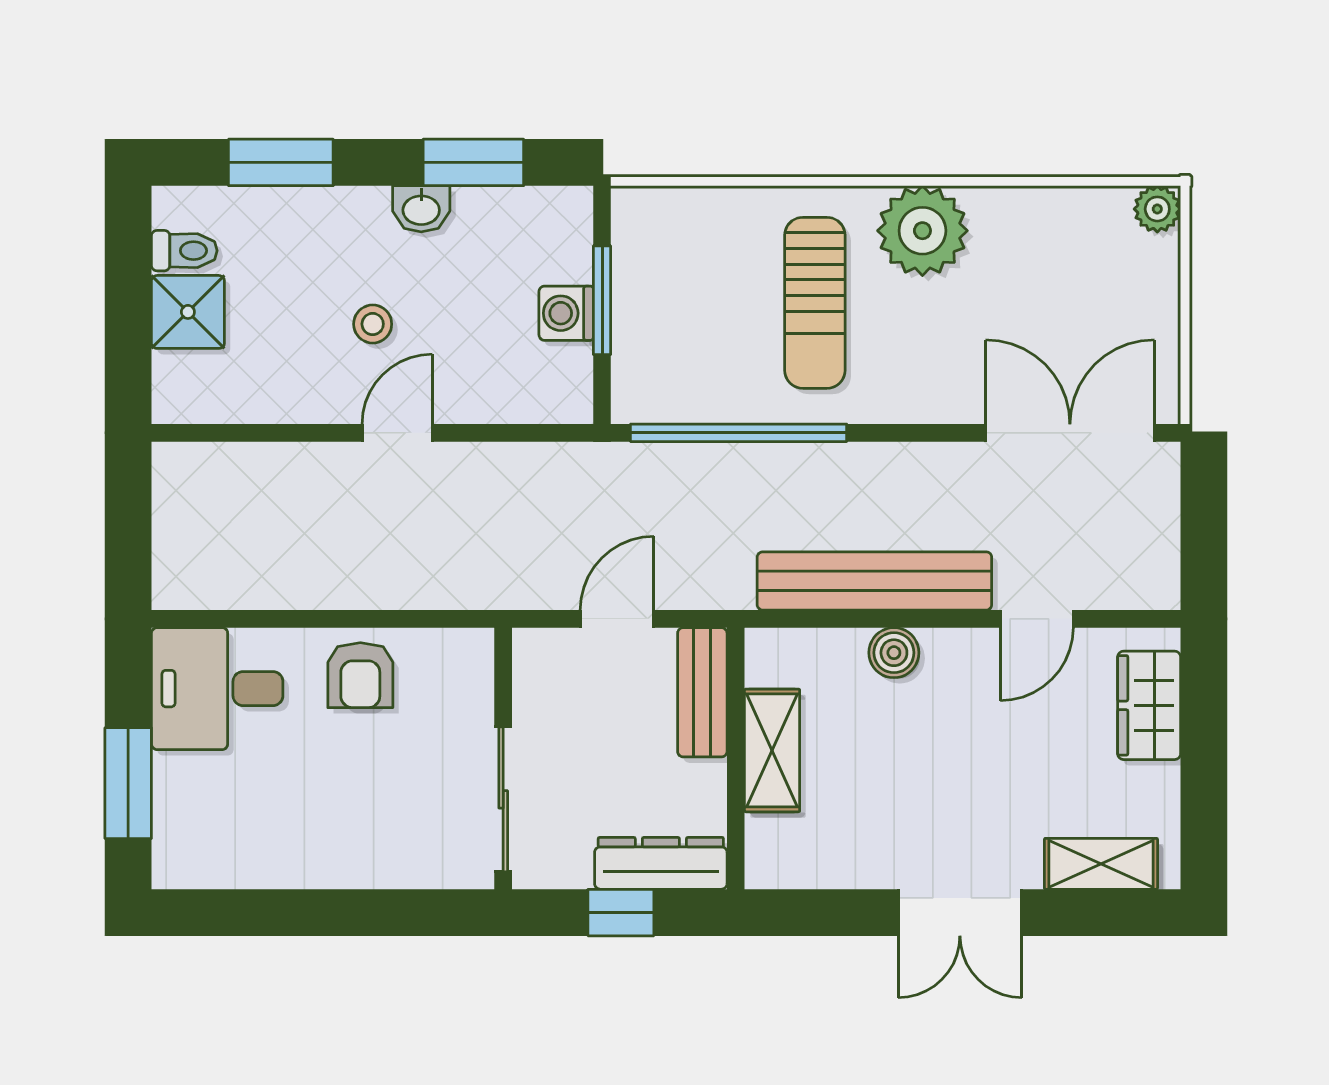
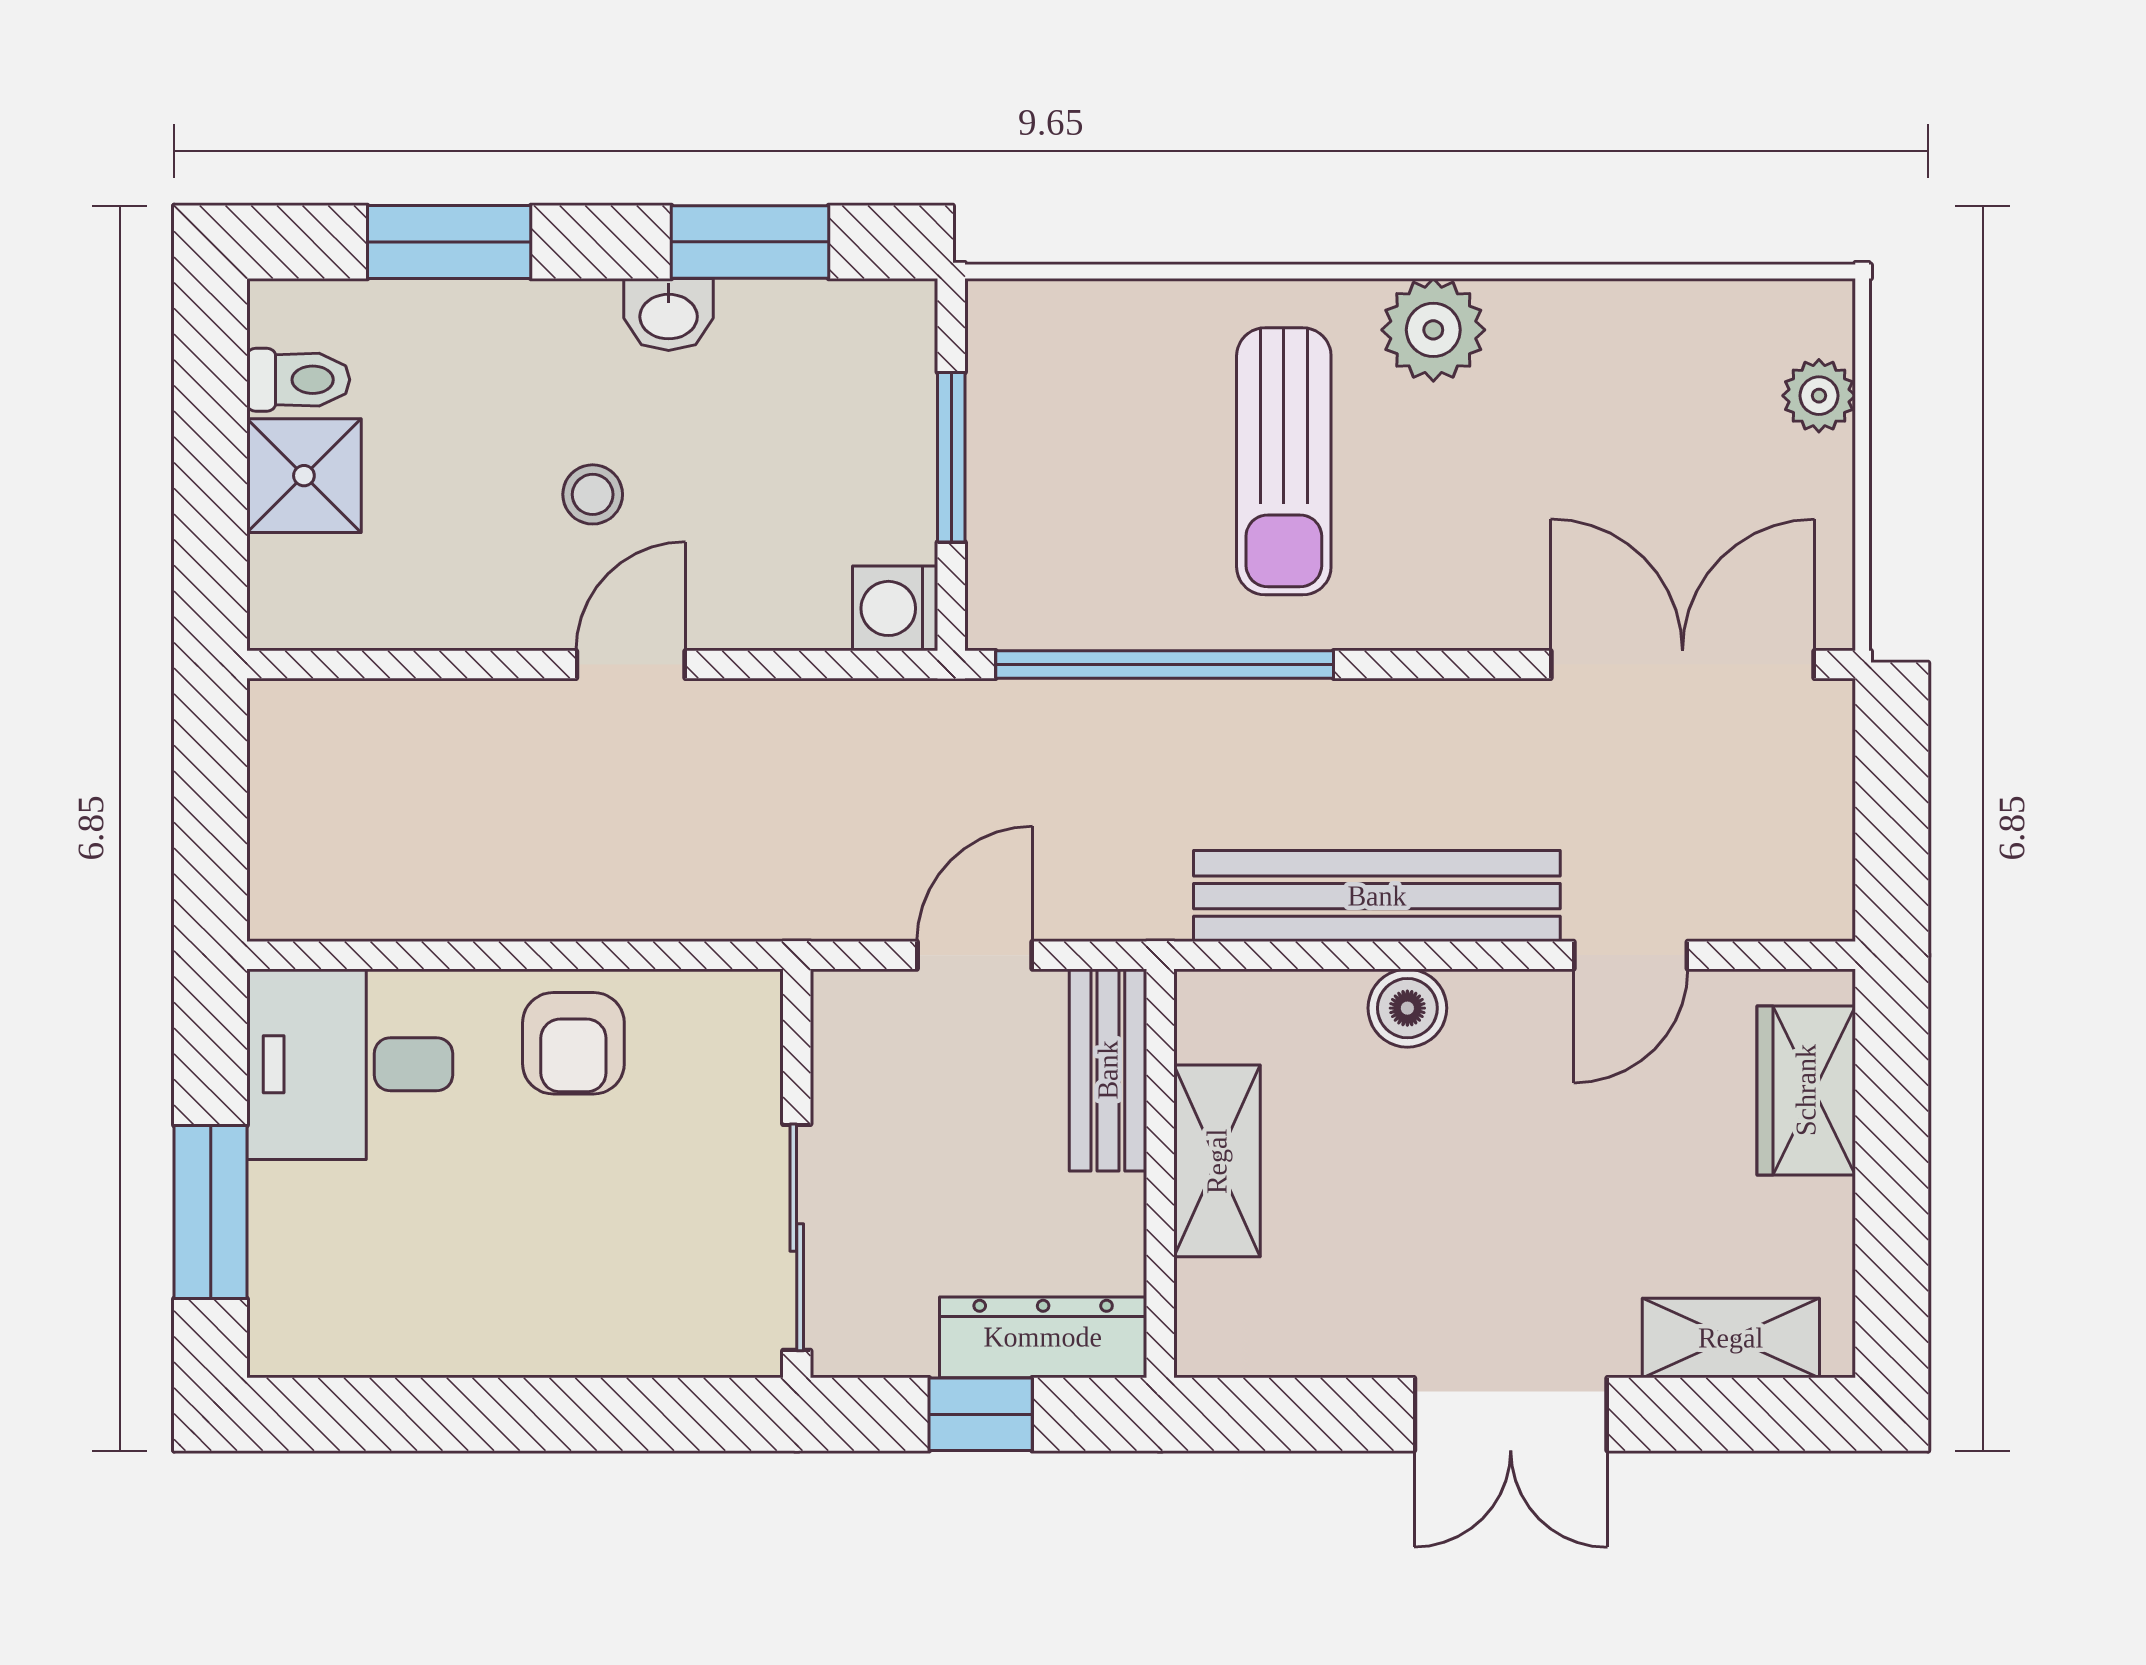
plant: (1157, 209) -> (1819, 396), moved
plant: (922, 231) -> (1433, 330), width x0.73, depth x0.73
washing machine: (566, 313) -> (895, 608), moved

